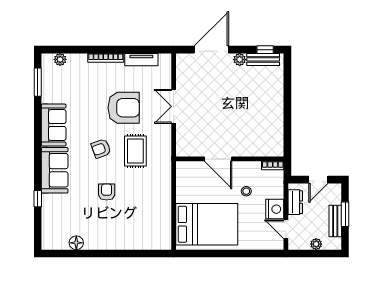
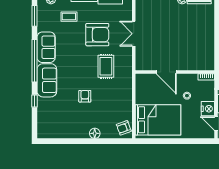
coffee table: (85, 83) -> (69, 17), added
window: (38, 144) -> (34, 61), added
armchair: (101, 148) -> (124, 128), moved
floor lamp: (76, 243) -> (95, 133), moved

